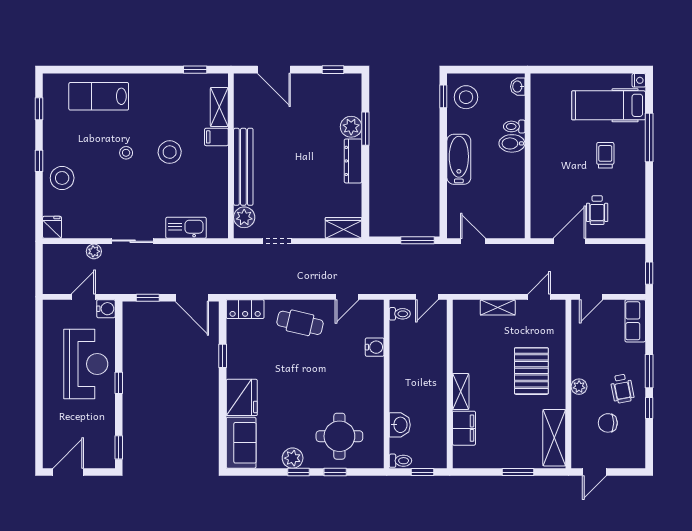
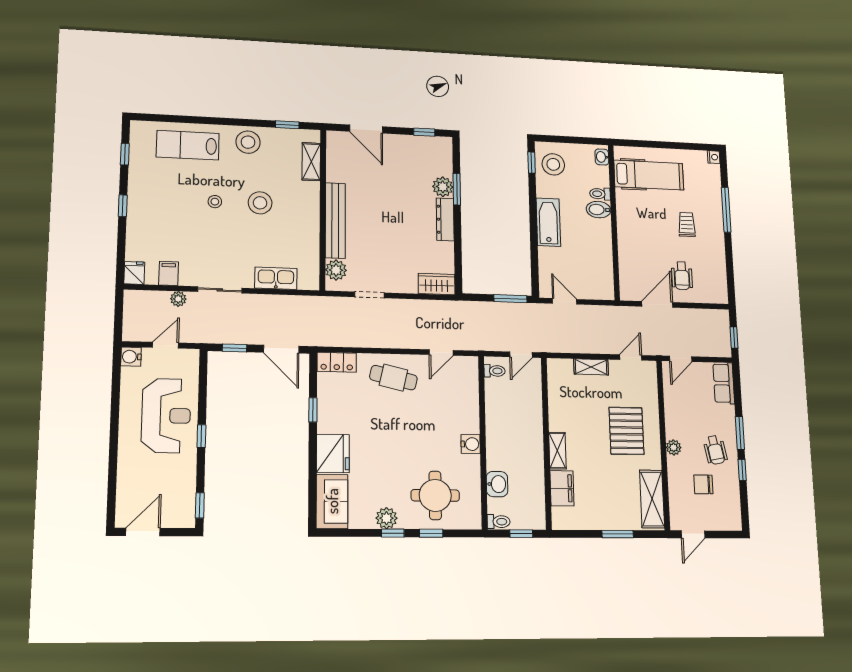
hospital bed: (609, 105) -> (649, 175), moved, turned 180
filing cabinet: (216, 137) -> (169, 273), moved, turned 90
stool: (62, 178) -> (248, 142), moved
water cooler: (106, 309) -> (131, 357), moved, turned 180
water cooler: (375, 347) -> (471, 444), moved

